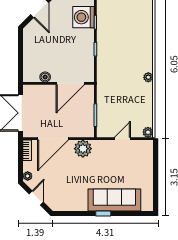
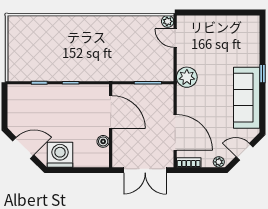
washing machine: (83, 17) -> (60, 155), moved, turned 180
plant: (148, 77) -> (103, 21), removed
door: (122, 139) -> (175, 38), moved
plant: (83, 149) -> (187, 77), moved
sofa: (114, 200) -> (247, 98), moved

